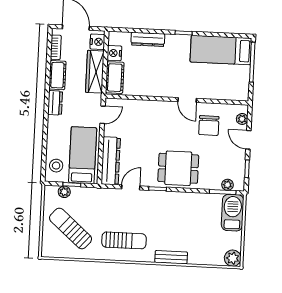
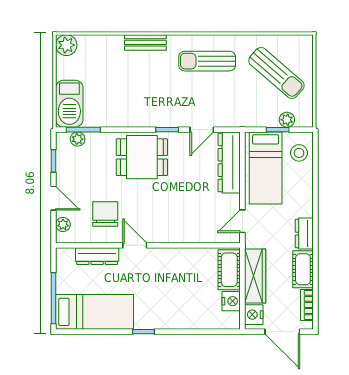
dresser: (148, 39) -> (97, 256), moved, turned 180

